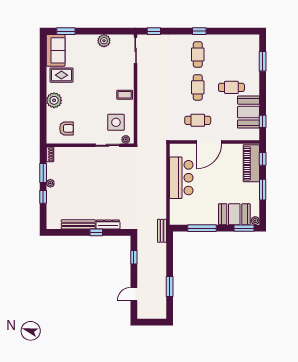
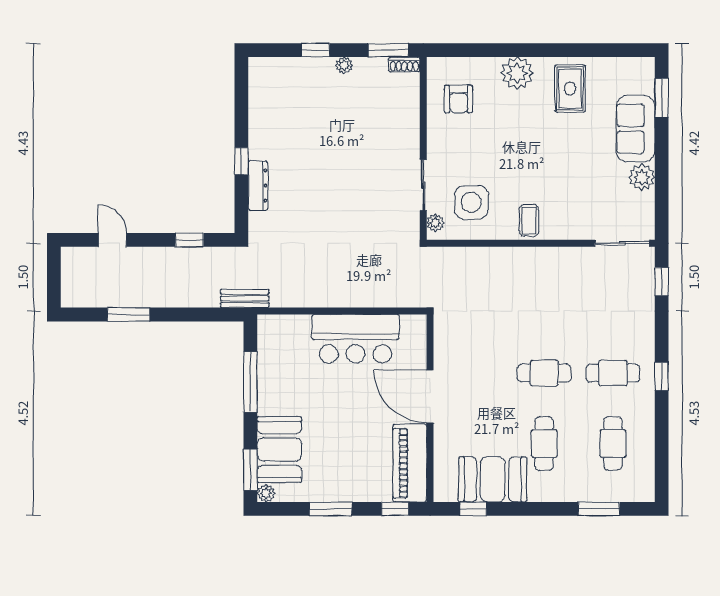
sofa: (56, 50) -> (636, 129), moved, turned 90
cafe table: (198, 120) -> (613, 443), moved
piano: (251, 163) -> (410, 463), moved, turned -90
window: (43, 173) -> (388, 50), moved
bench: (78, 224) -> (258, 124), removed

